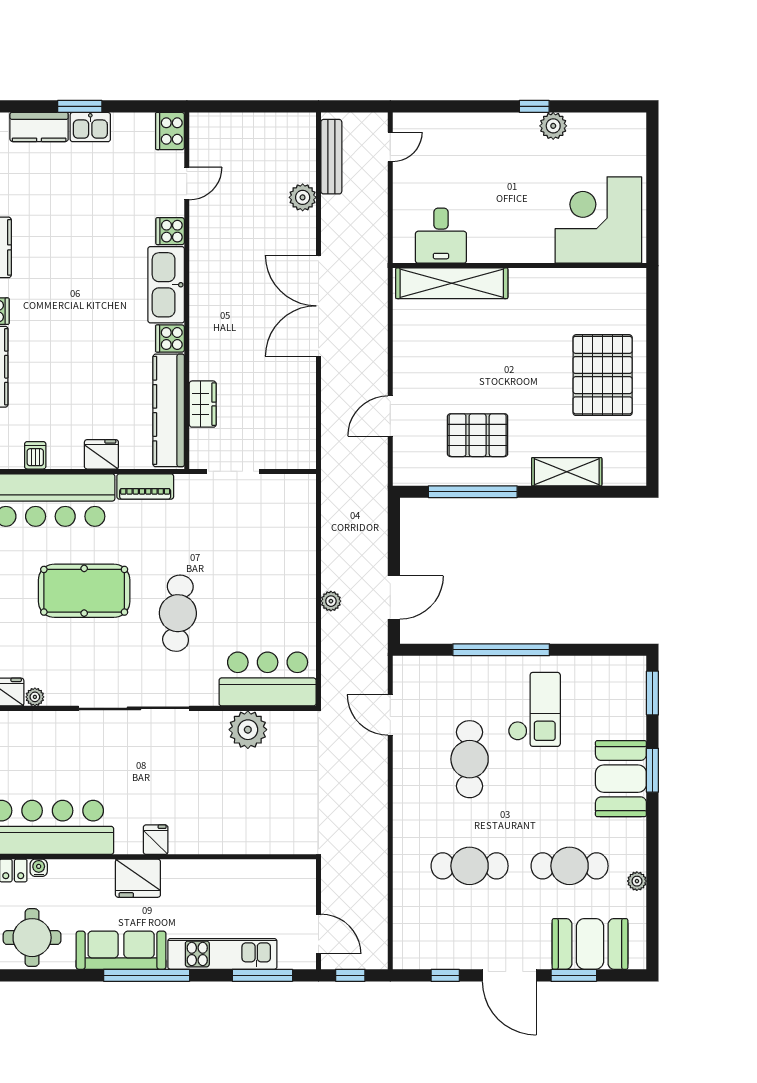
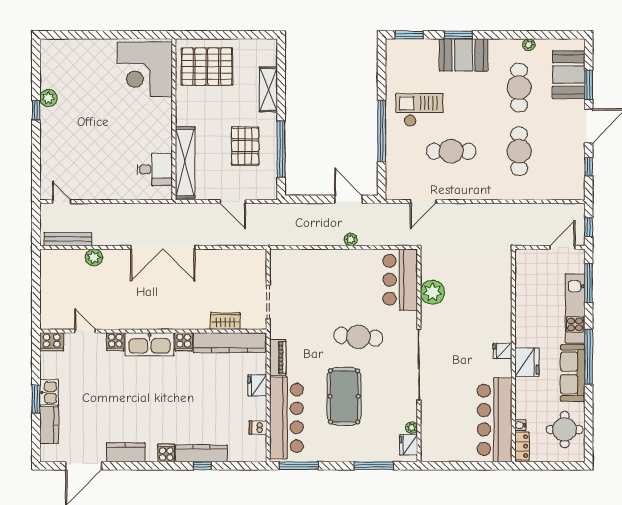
corner desk: (598, 220) -> (145, 69), moved
desk: (441, 236) -> (155, 169), moved
wall: (520, 266) -> (174, 119), moved
shelving: (452, 283) -> (185, 163), moved

